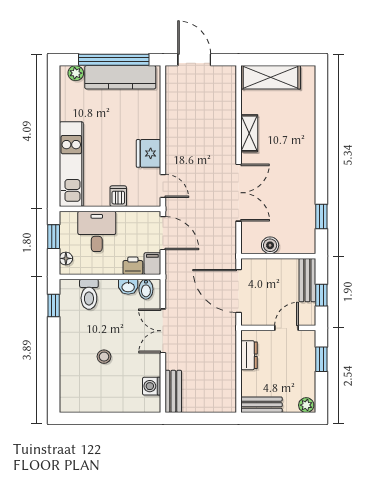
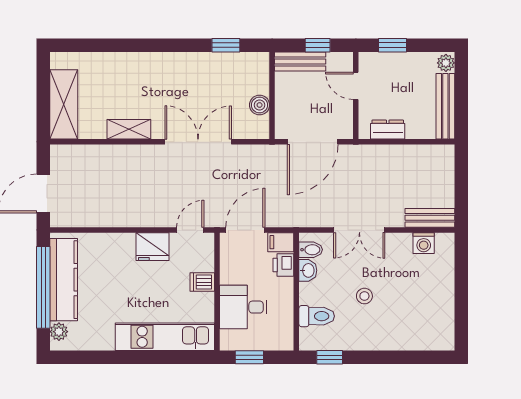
floor lamp: (66, 258) -> (275, 343), removed
stool: (104, 357) -> (364, 296), moved
bench: (261, 405) -> (445, 106), width x1.36

